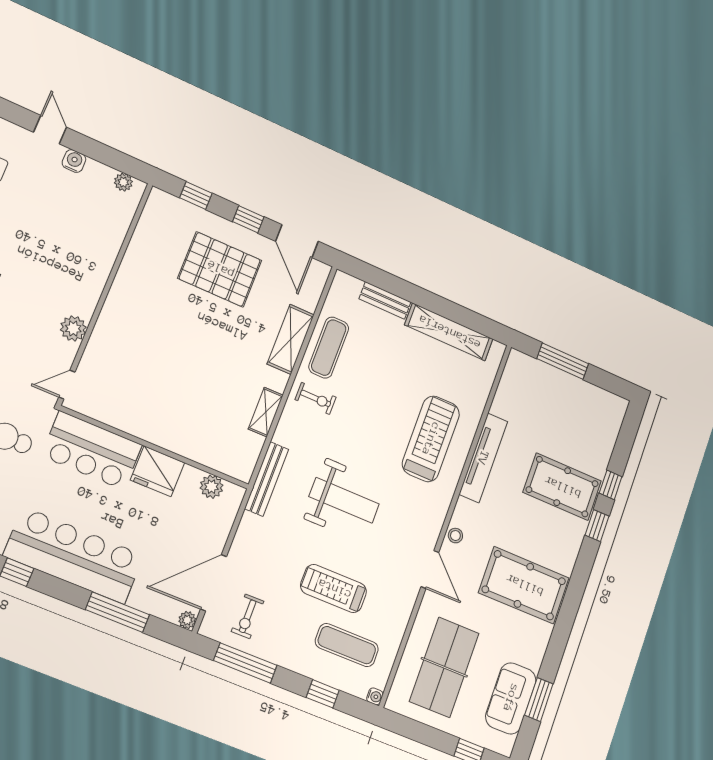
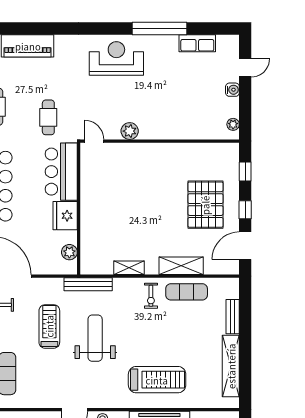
weight bench: (344, 500) -> (95, 338), turned 180
treadmill: (334, 589) -> (49, 326), moved

